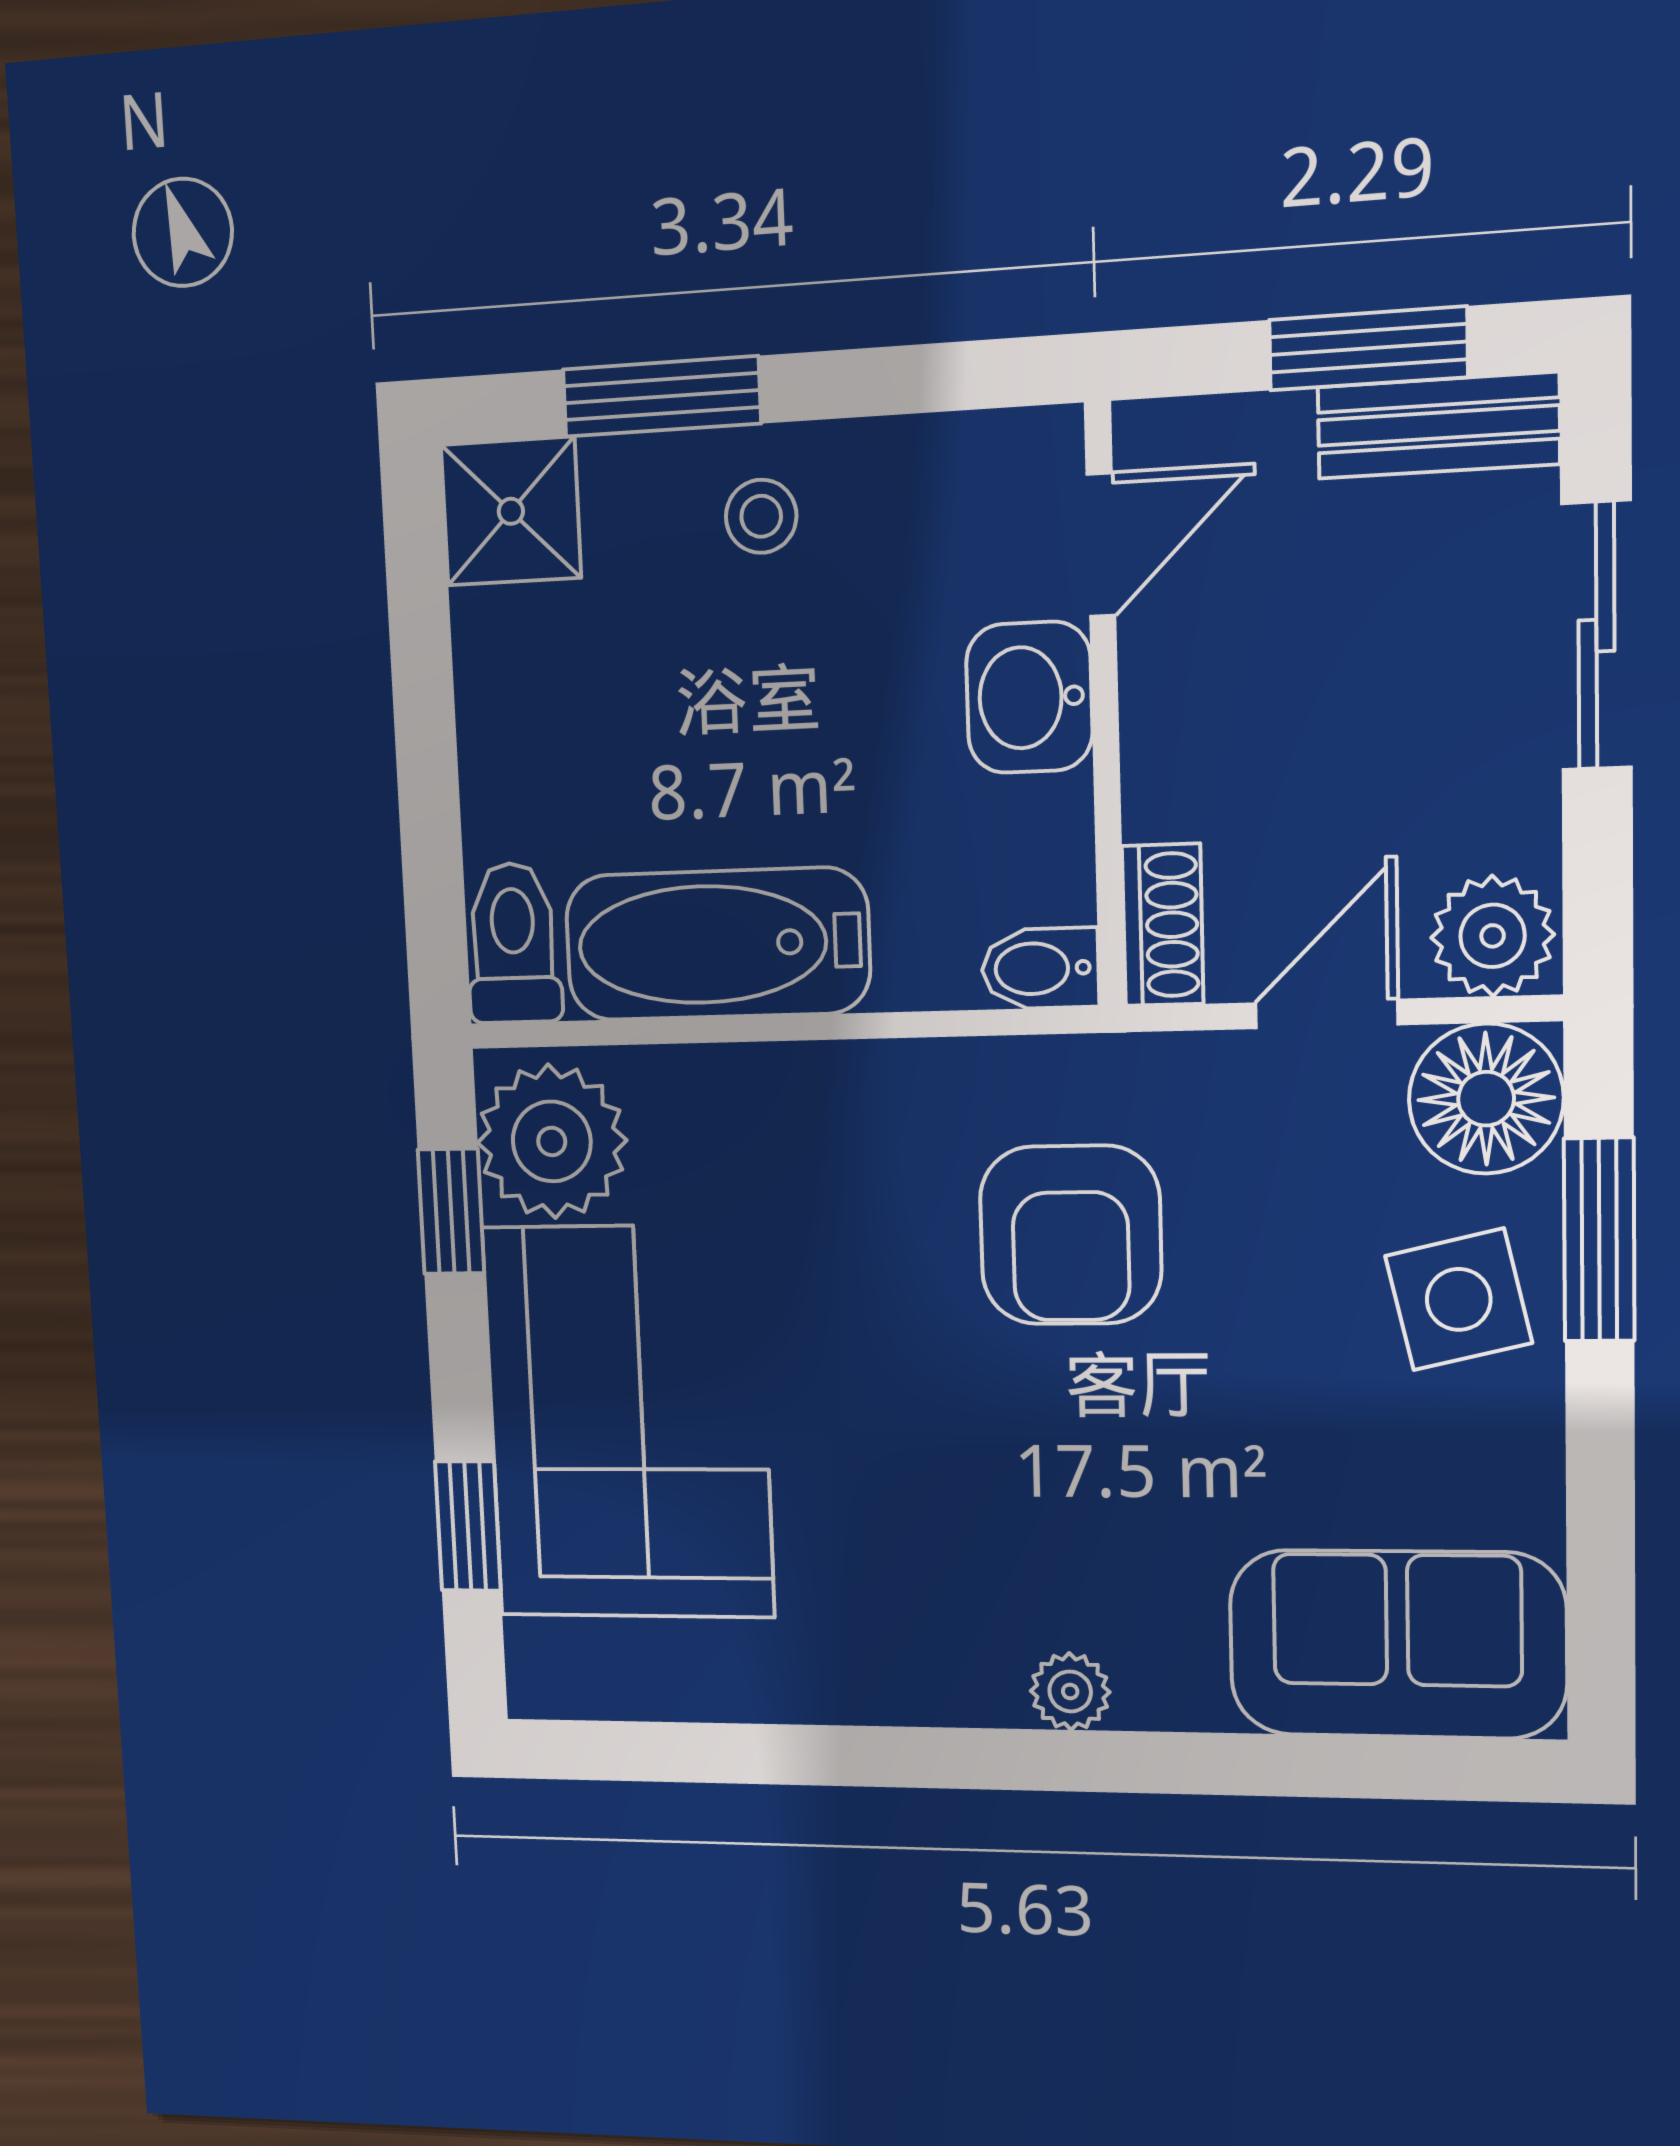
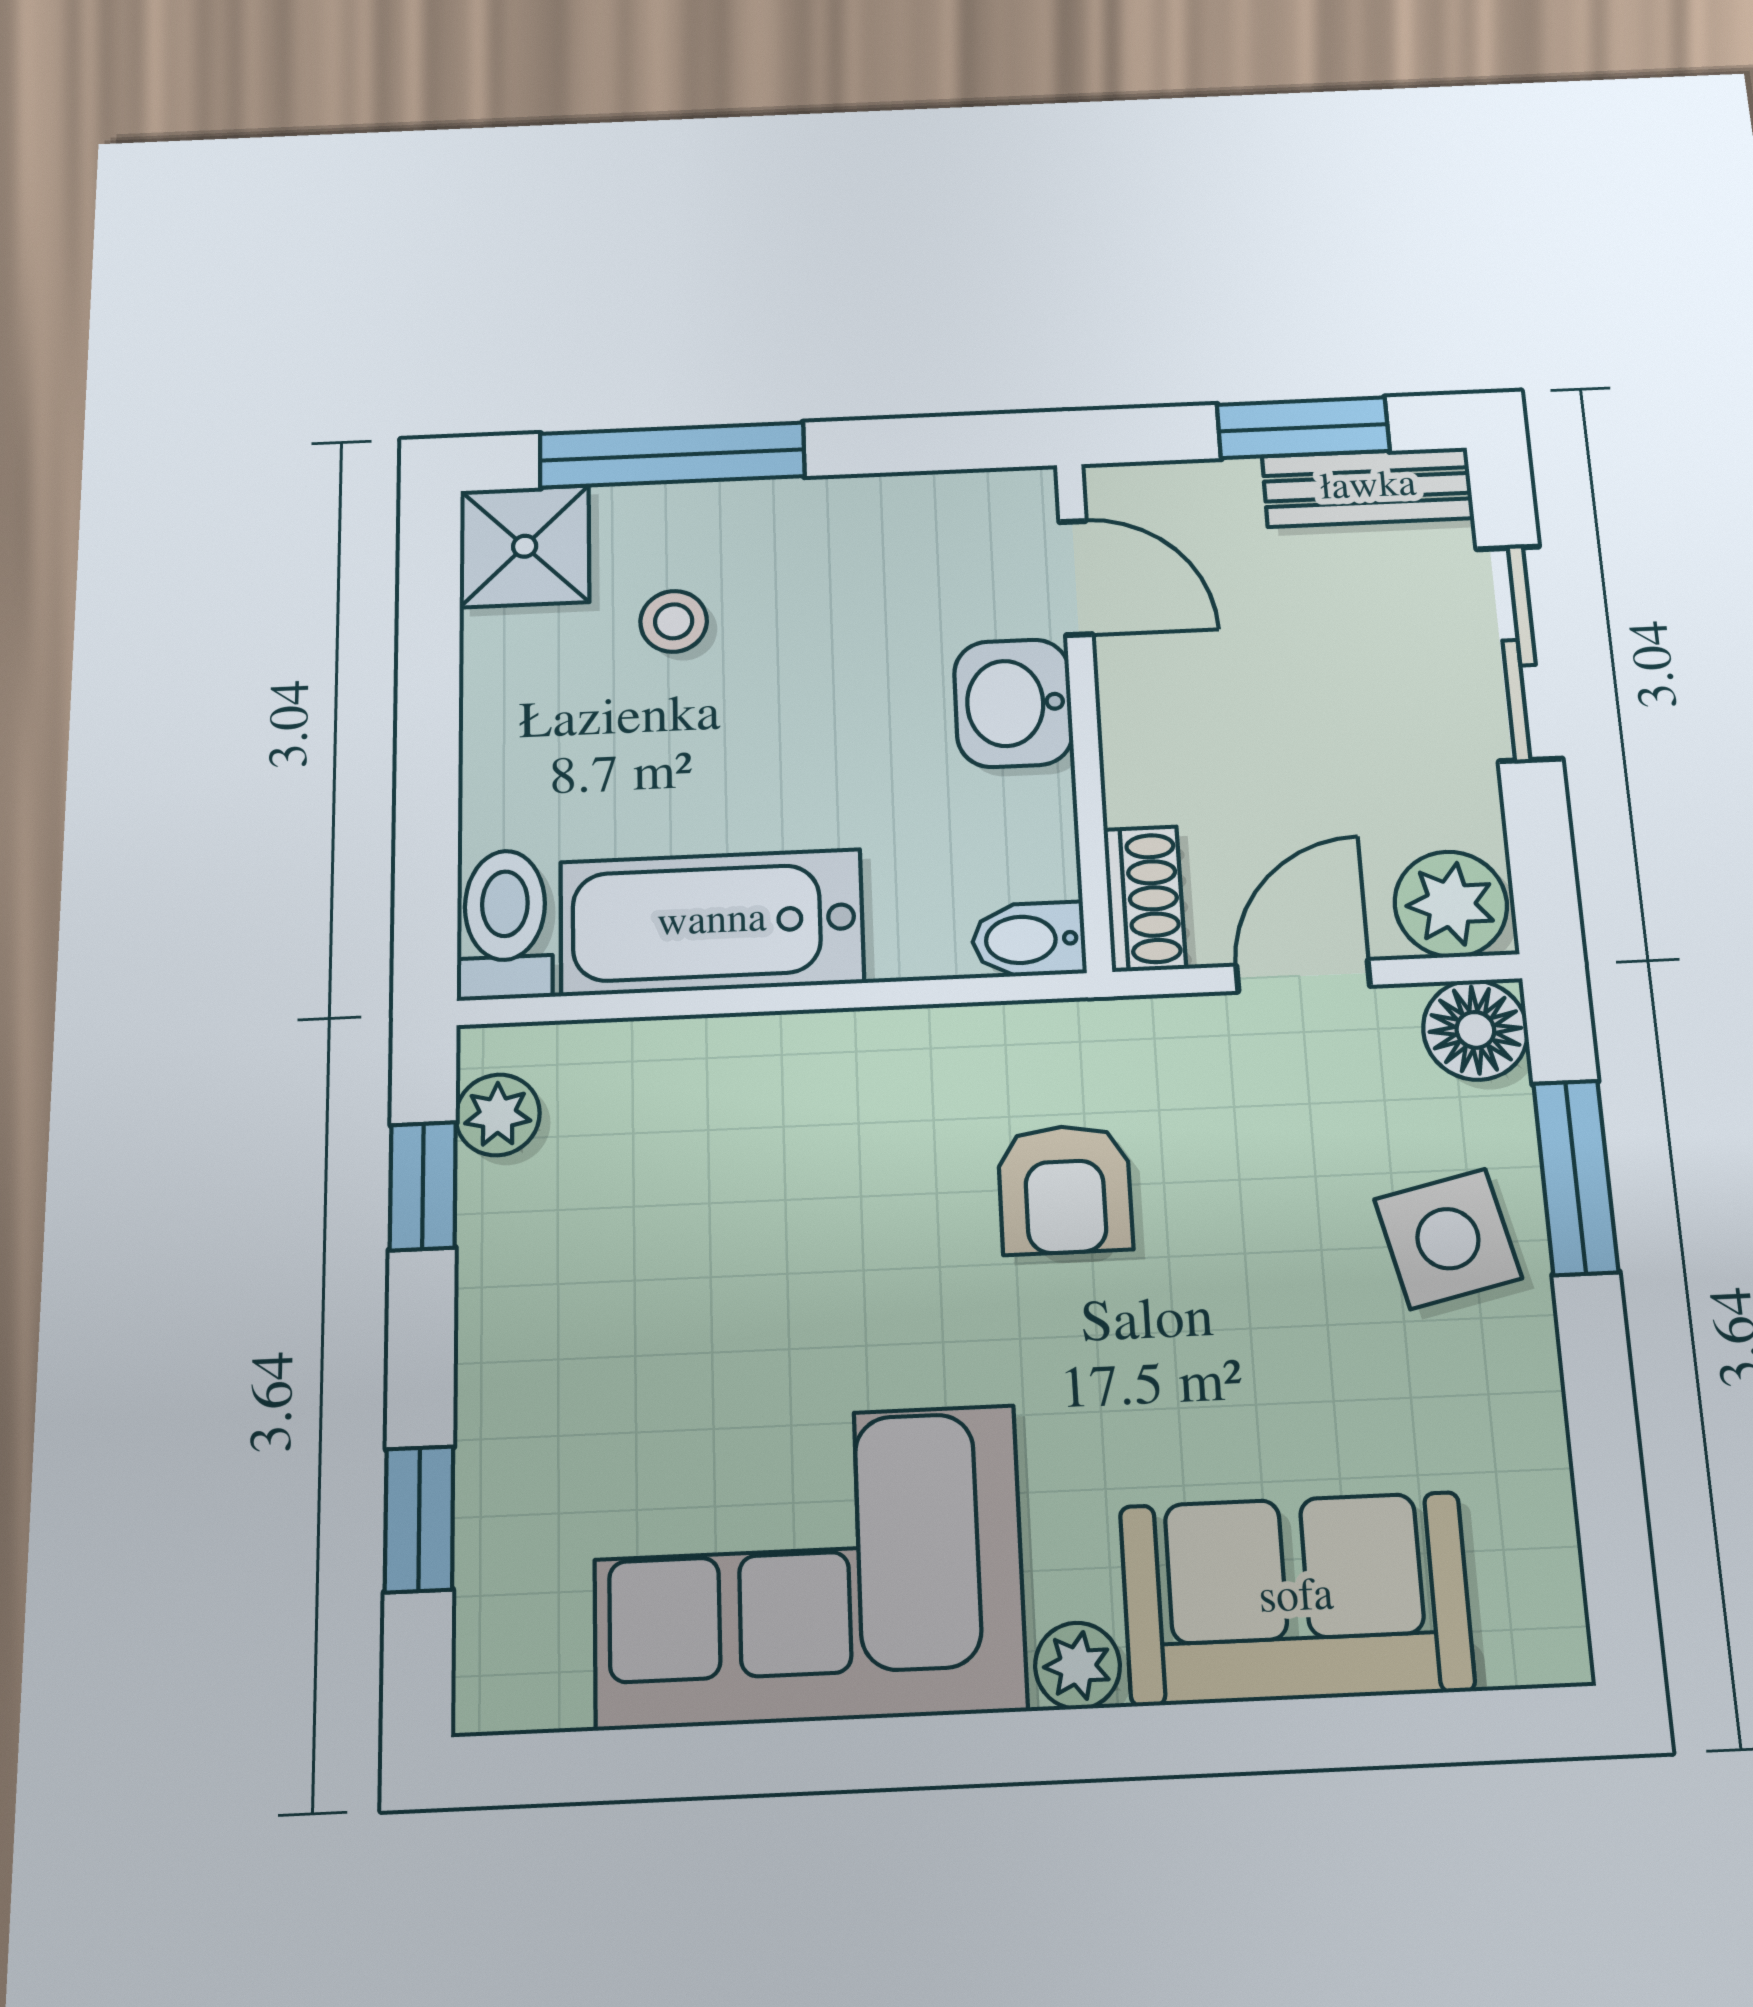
window: (662, 396) -> (672, 455), width x1.44
stool: (761, 516) -> (674, 621), moved
door: (1101, 545) -> (1076, 578), hinge flipped
floor lamp: (1486, 1099) -> (1475, 1030), width x0.73, depth x0.73
plant: (552, 1141) -> (498, 1115), width x0.53, depth x0.53
armchair: (1071, 1235) -> (1065, 1189), width x0.72, depth x0.72
corner sofa: (628, 1422) -> (808, 1566), moved, turned -90
sofa: (1397, 1644) -> (1296, 1598), moved

